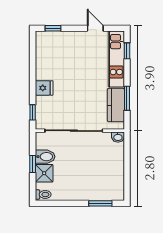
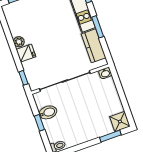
plant: (41, 74) -> (19, 42), added
window: (127, 98) -> (98, 27), moved
shower: (44, 173) -> (120, 121), moved

